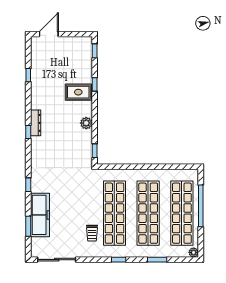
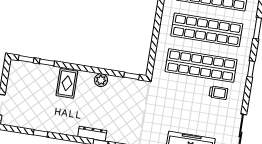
window: (95, 84) -> (47, 62), moved

